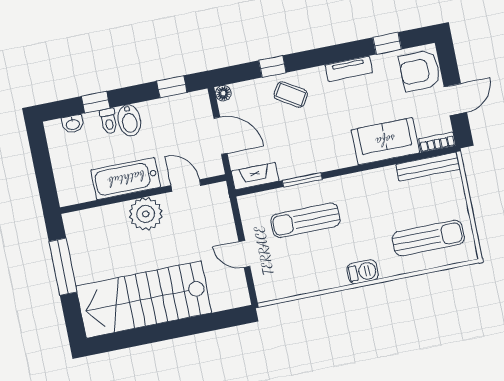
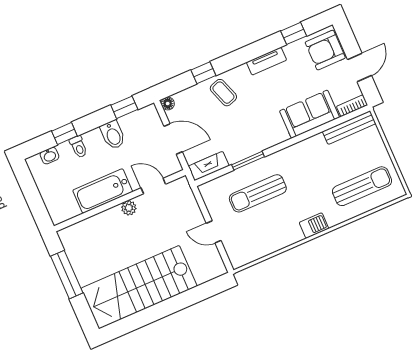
coffee table: (291, 95) -> (223, 93), turned 39
bidet: (129, 120) -> (113, 135), moved
plant: (146, 214) -> (129, 208), width x0.53, depth x0.53

